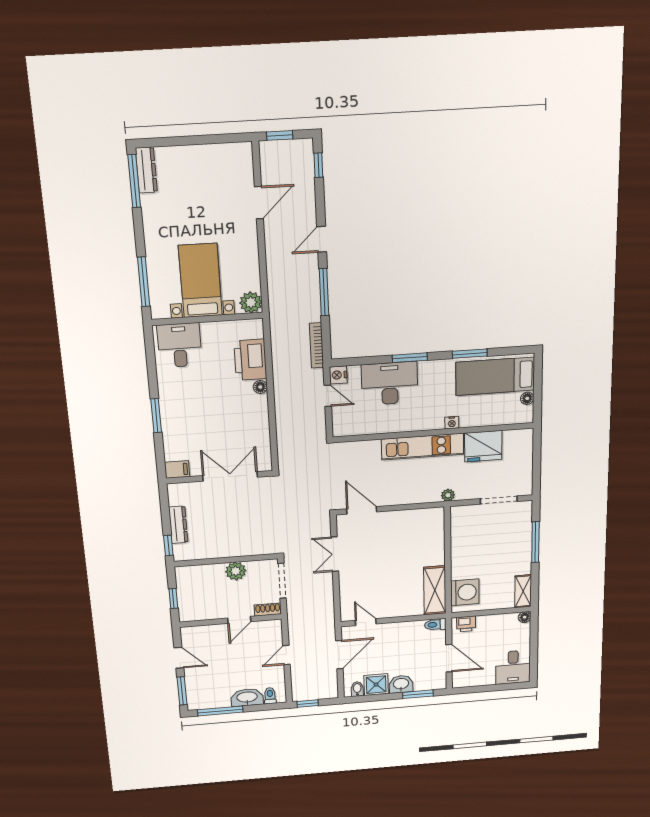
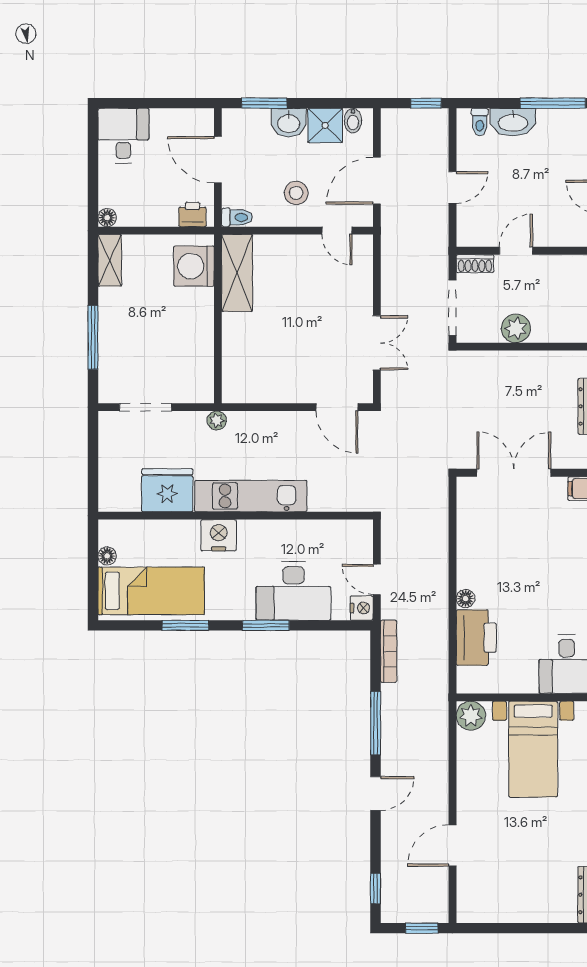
nightstand: (452, 423) -> (219, 535), width x1.89, depth x1.79
double door: (230, 476) -> (514, 473), swing flipped
stool: (395, 643) -> (296, 193), added

